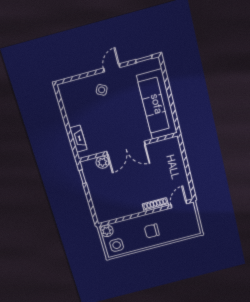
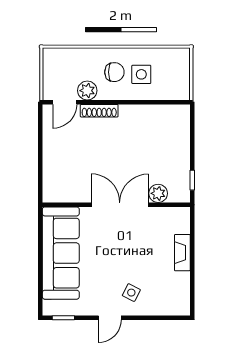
fireplace: (78, 139) -> (182, 253), moved
plant: (107, 231) -> (87, 91), moved
side table: (117, 245) -> (141, 74), moved

